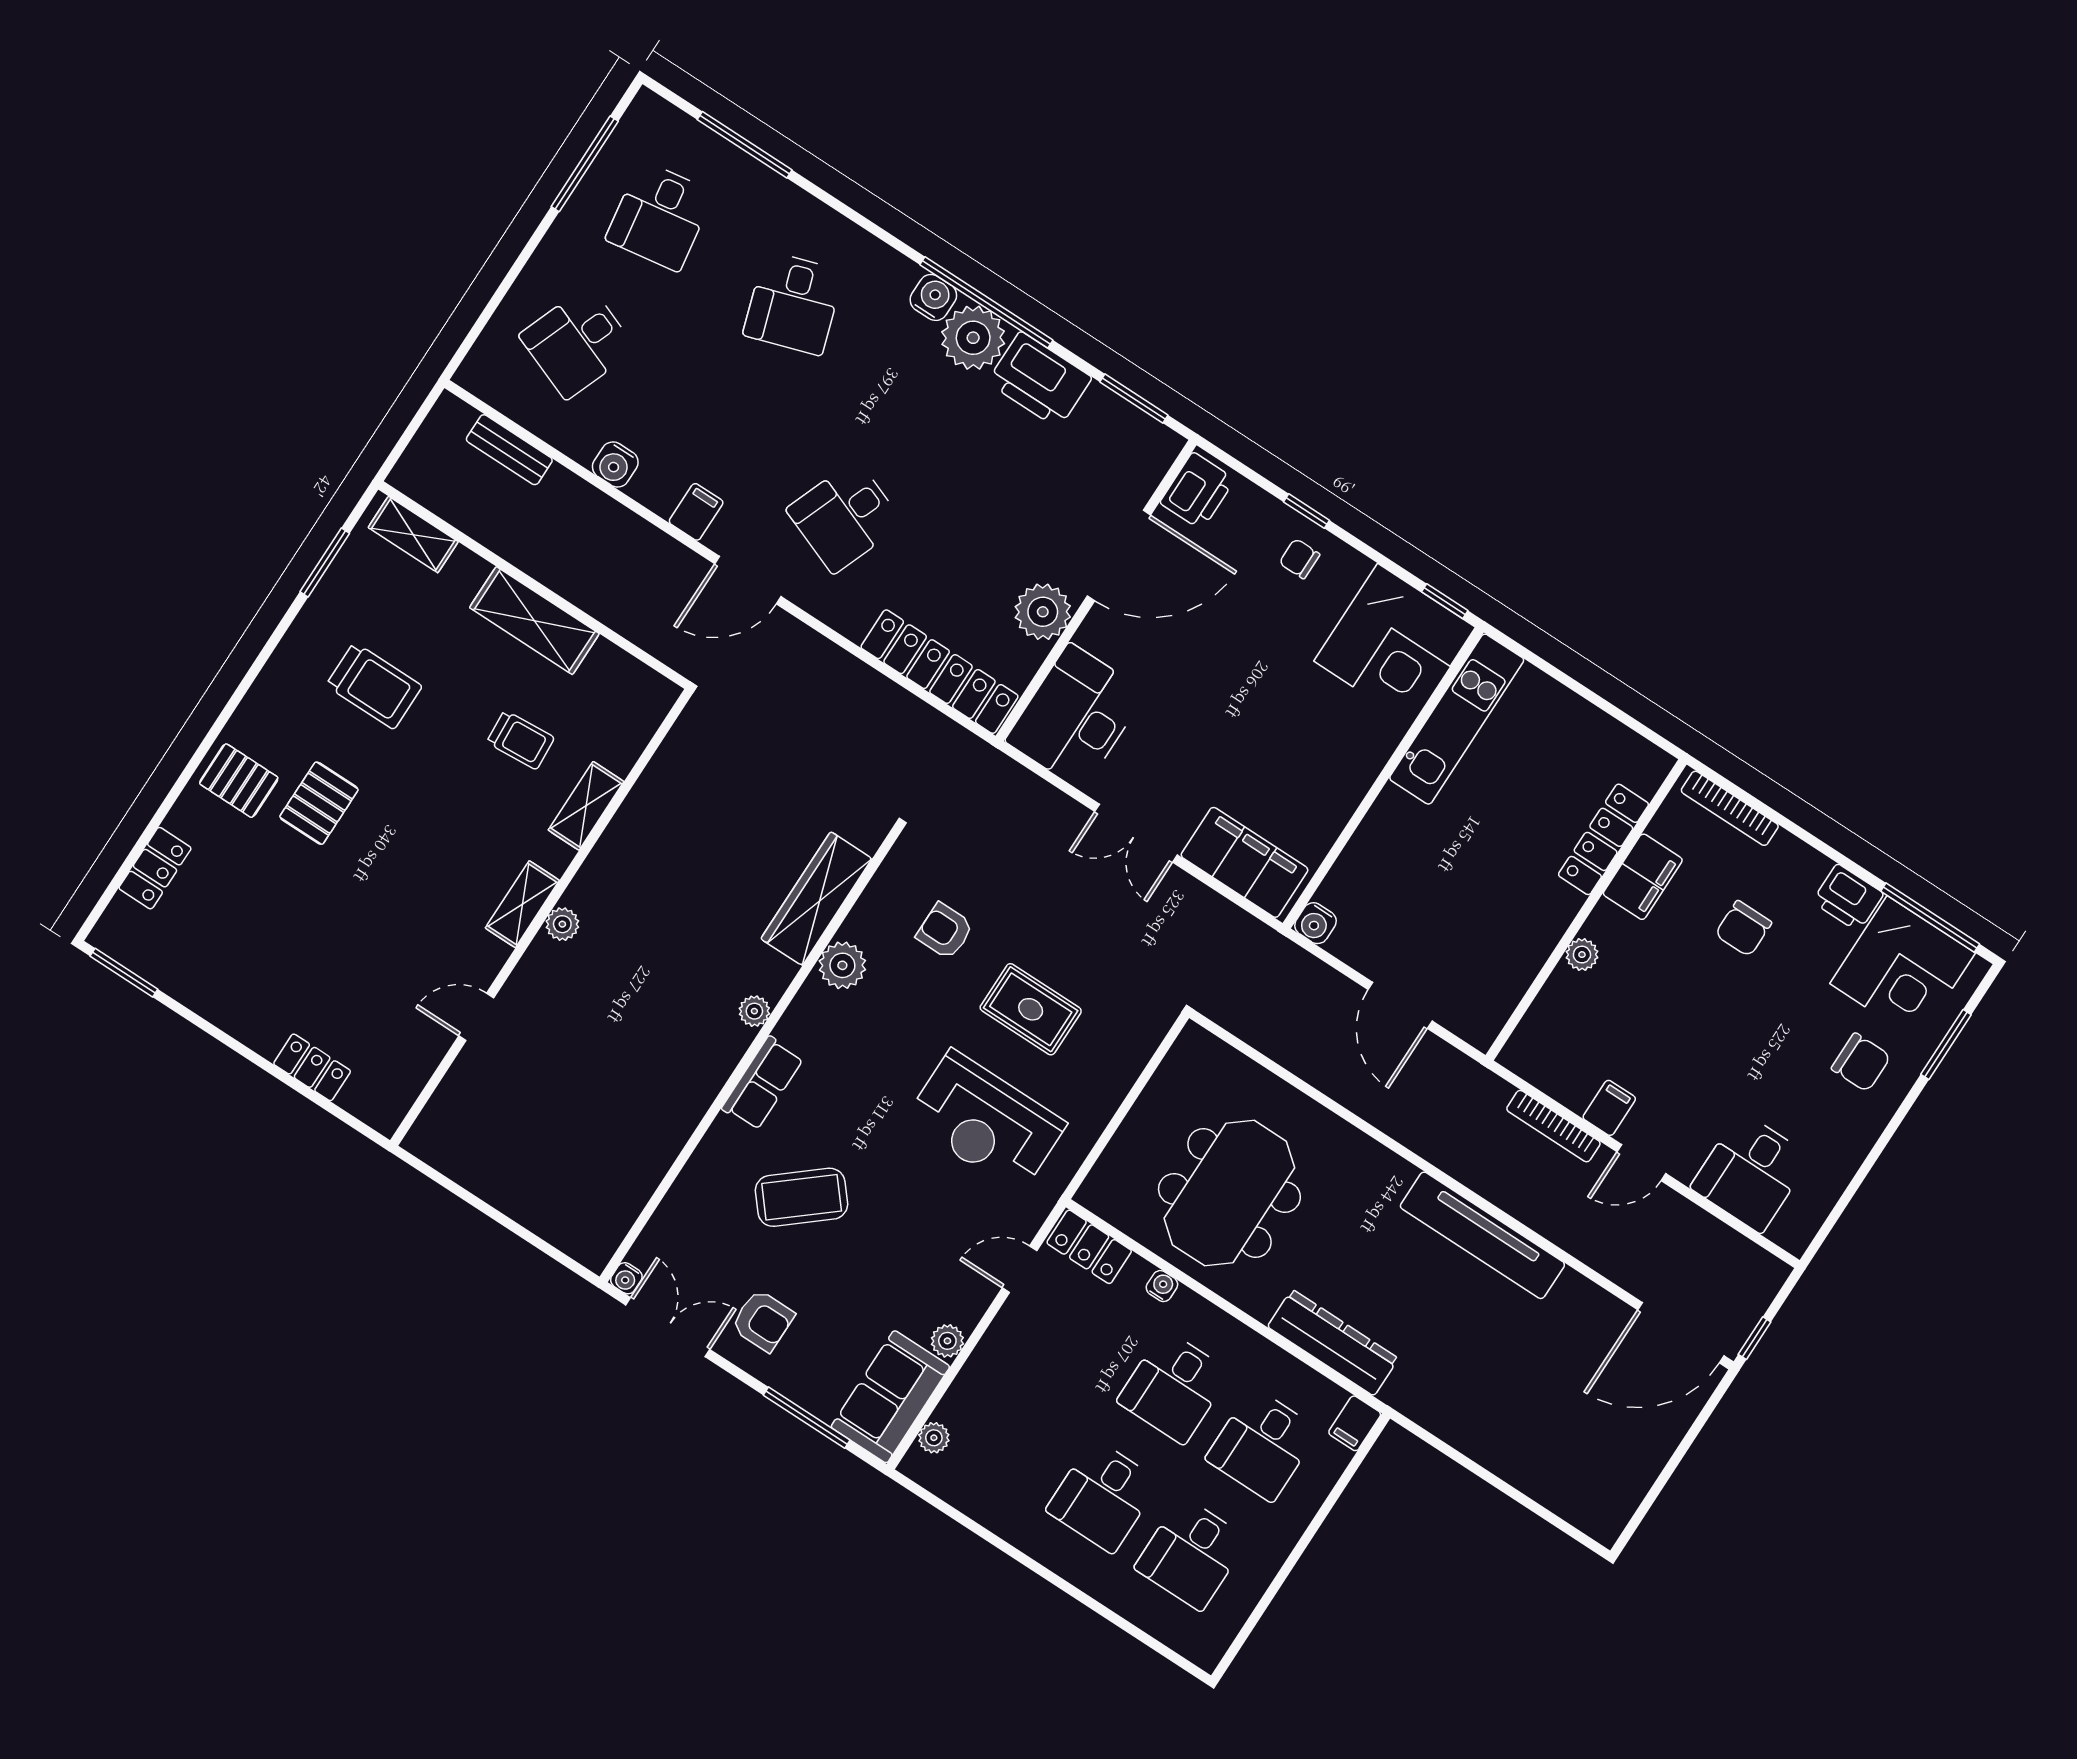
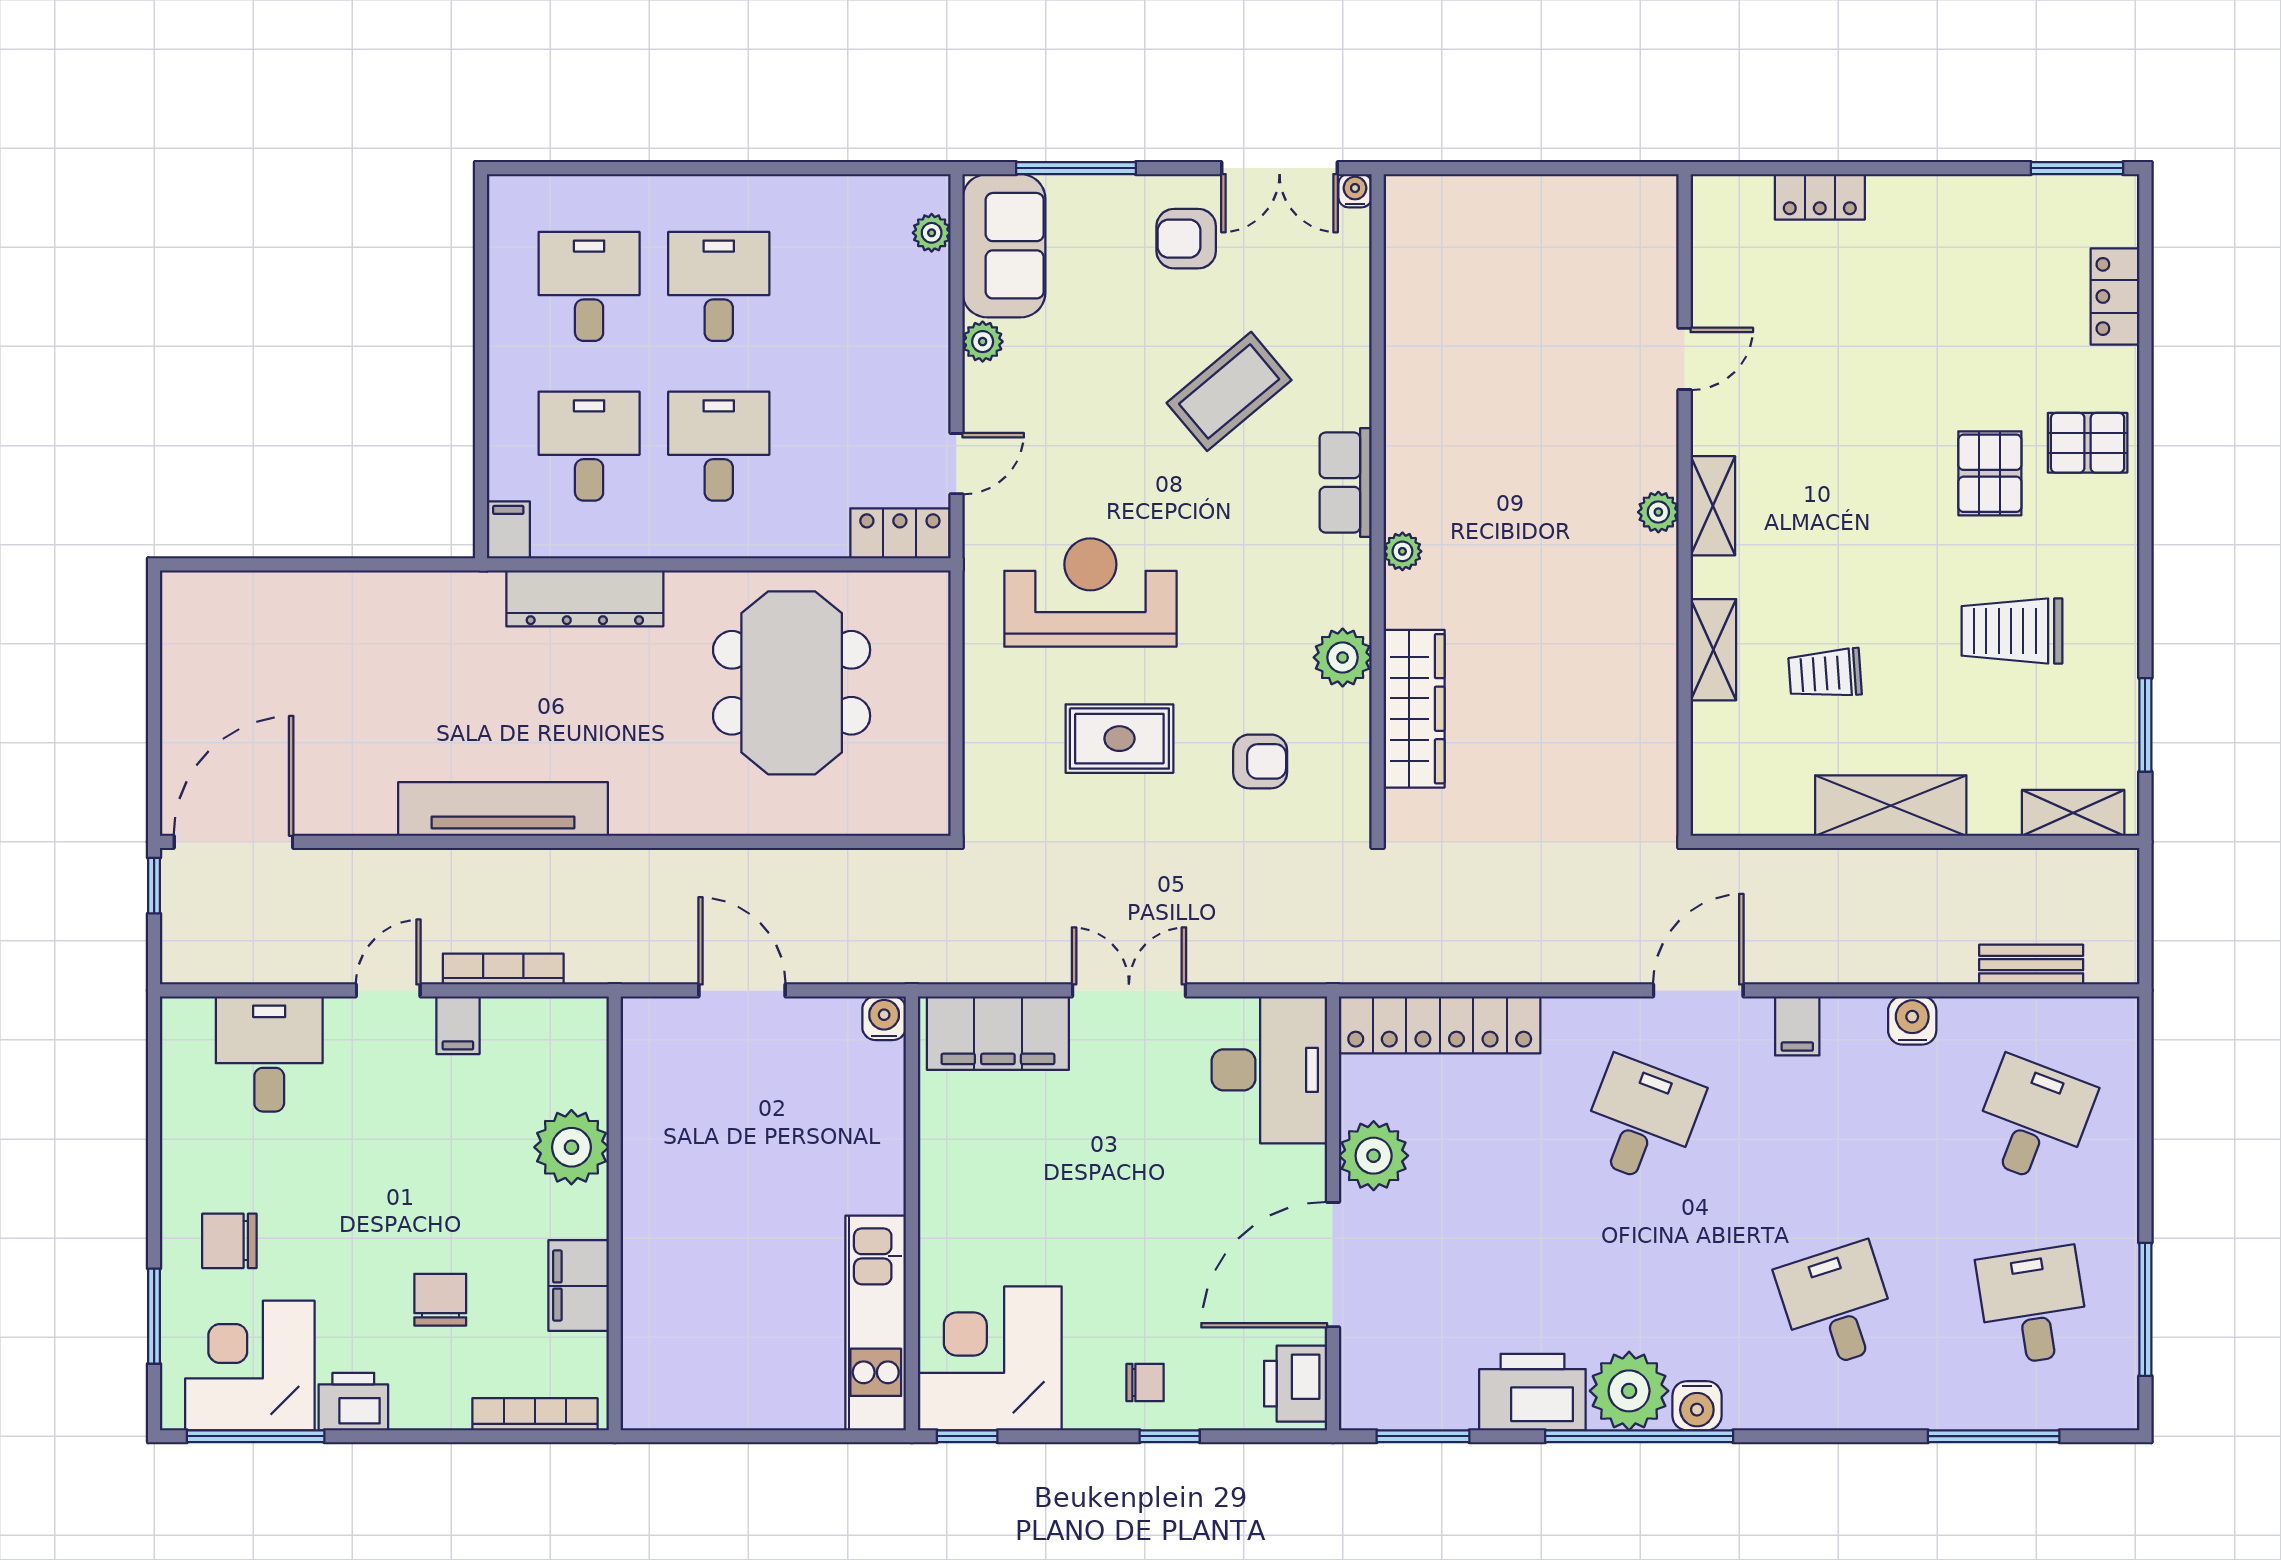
locker: (1603, 839) -> (644, 1298), removed
plant: (1582, 955) -> (571, 1147), width x1.87, depth x1.87
water cooler: (1162, 1286) -> (799, 542), removed

